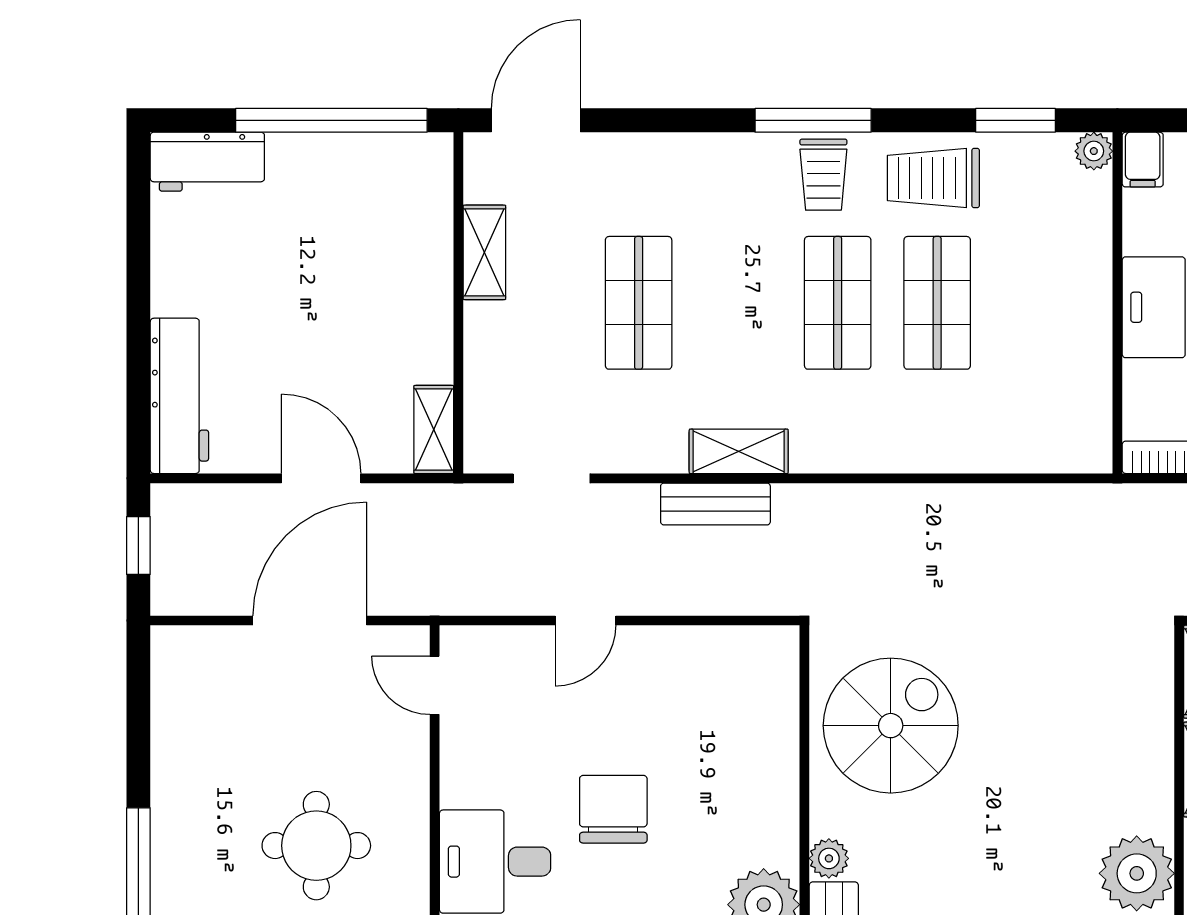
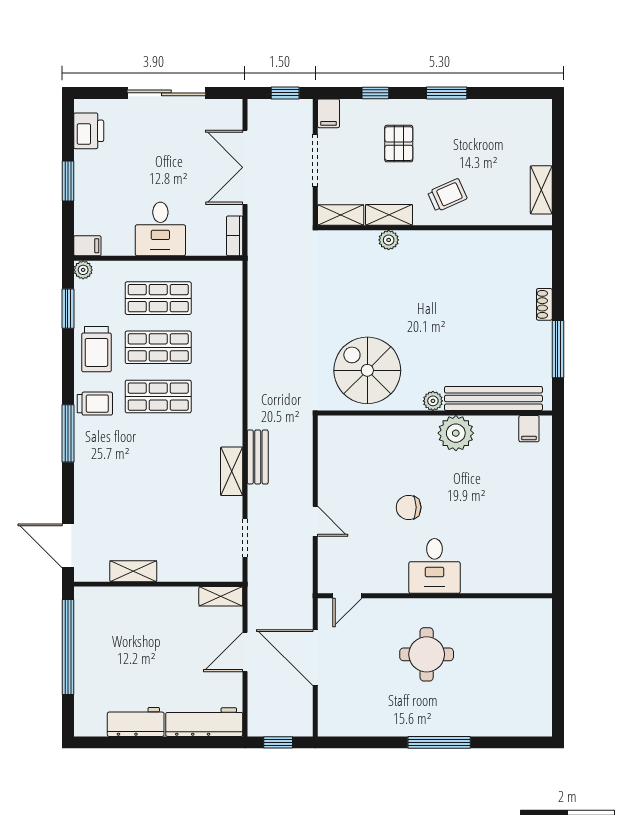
window: (813, 120) -> (68, 433), moved
workbench: (207, 162) -> (136, 722), moved, turned -90
shop shelf: (639, 303) -> (158, 298), moved
shelving: (739, 451) -> (232, 471), moved
chair: (613, 809) -> (409, 507), width x0.73, depth x0.73
plant: (1137, 873) -> (389, 240), moved, width x0.53, depth x0.53

